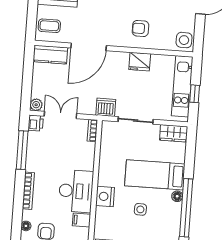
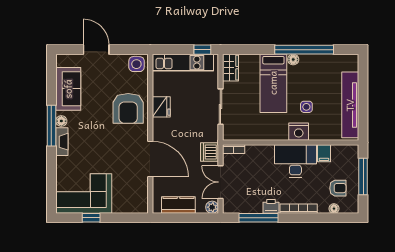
coffee table: (49, 26) -> (132, 200), removed
armchair: (141, 28) -> (128, 108), width x1.88, depth x1.88
kitchen counter: (50, 55) -> (178, 205), moved, turned -90
window: (195, 94) -> (202, 50), moved
dishwasher: (106, 107) -> (210, 152), moved
printer: (36, 123) -> (271, 206), moved
side table: (140, 209) -> (306, 107), moved

